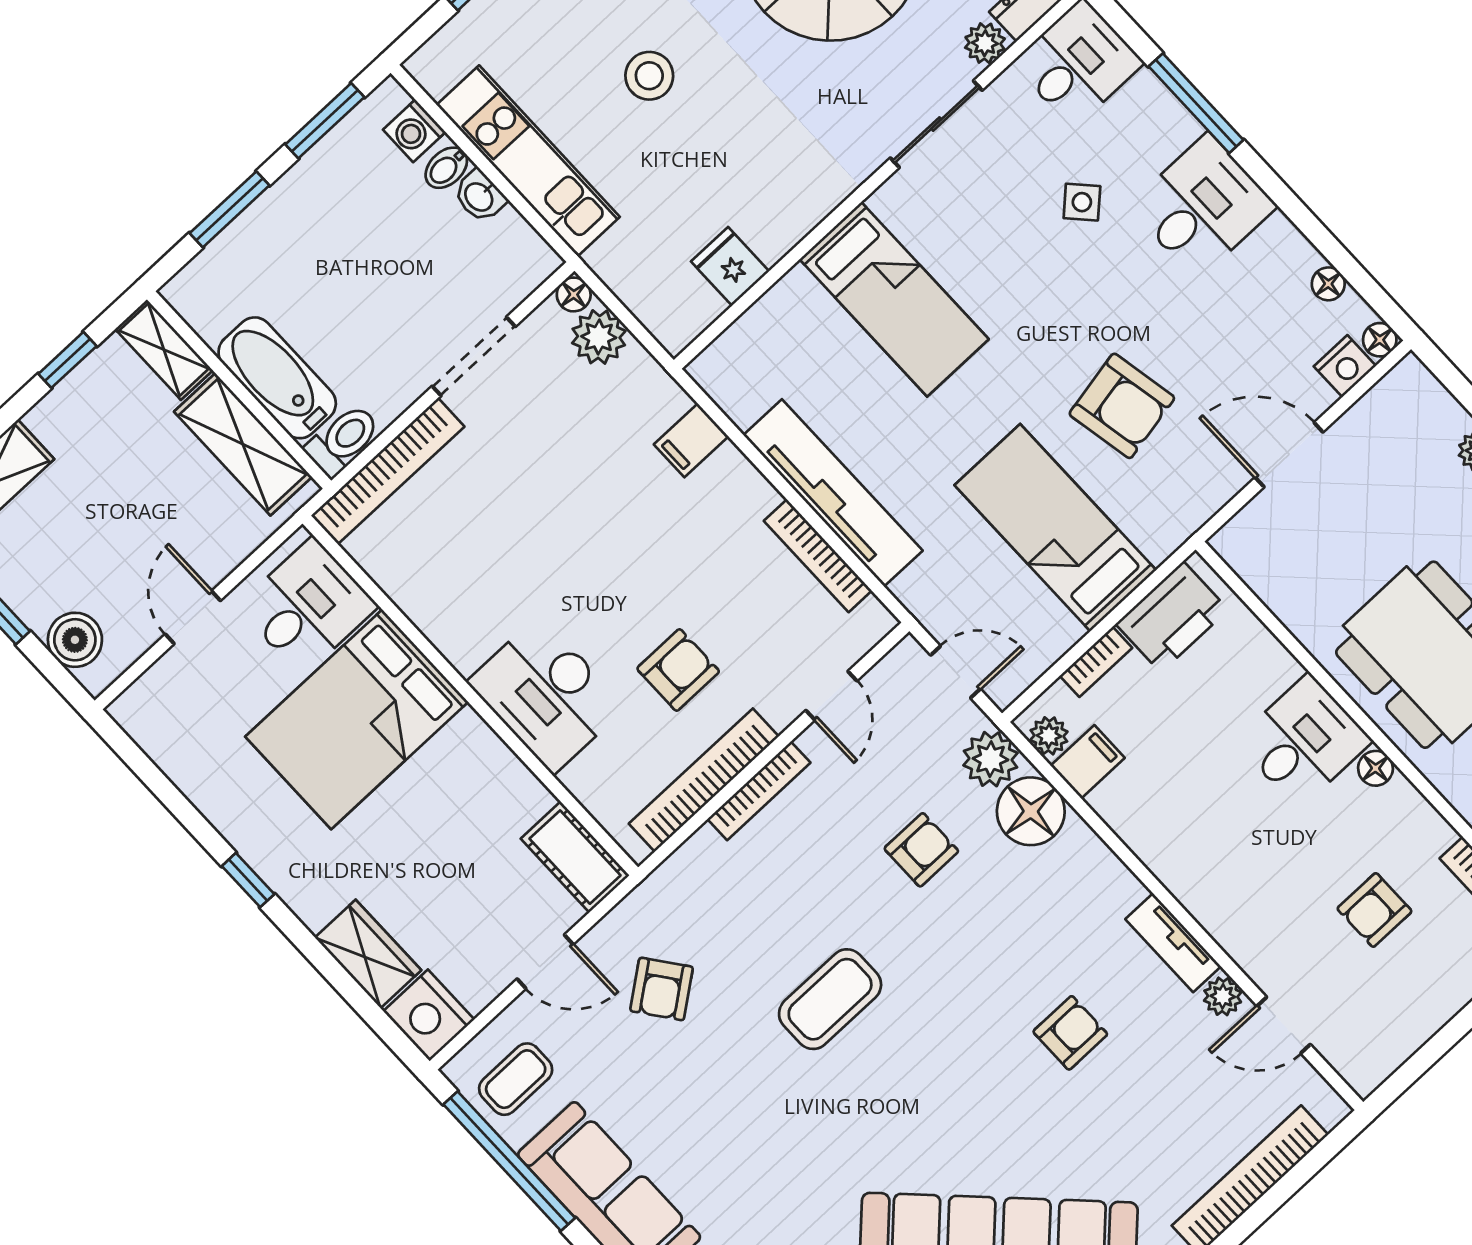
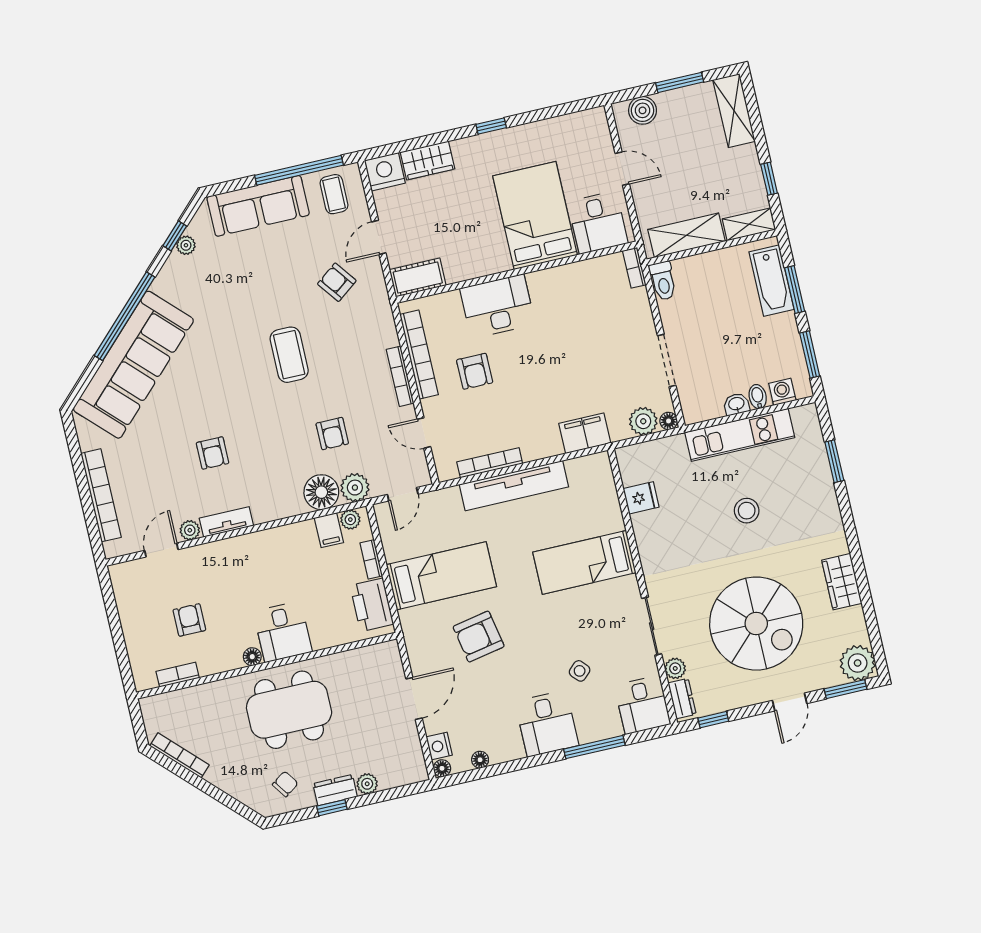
bathtub: (277, 378) -> (771, 281), moved, turned 90
filing cabinet: (691, 440) -> (585, 433), width x2.00
bookcase: (388, 471) -> (634, 268), width x0.43, depth x0.76

